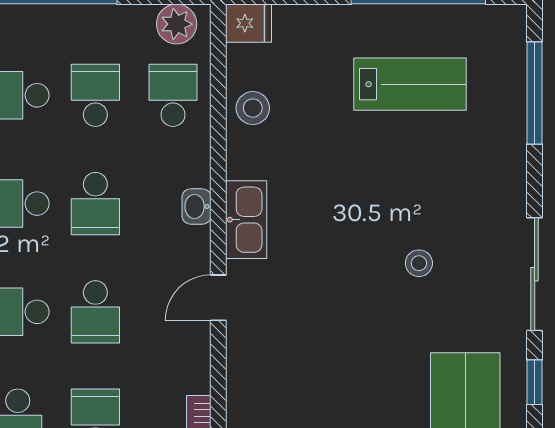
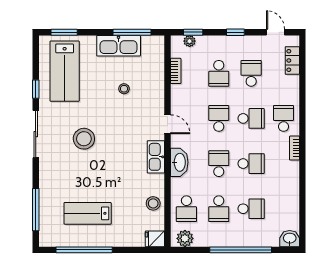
washbasin: (197, 206) -> (179, 162), width x1.91, depth x1.45
stool: (419, 263) -> (84, 139), width x1.89, depth x1.89
door: (218, 298) -> (168, 124), hinge flipped
stool: (323, 383) -> (124, 89), added

